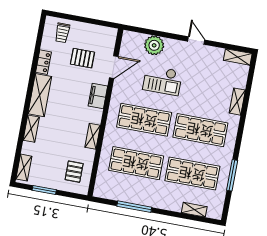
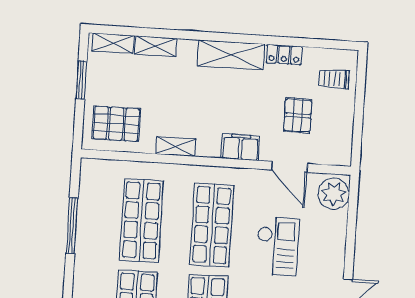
plant: (154, 45) -> (334, 194), moved
checkout: (162, 80) -> (277, 246), turned 180
shelving: (31, 129) -> (156, 46), moved
pallet: (74, 172) -> (116, 124), width x1.50, depth x1.42

